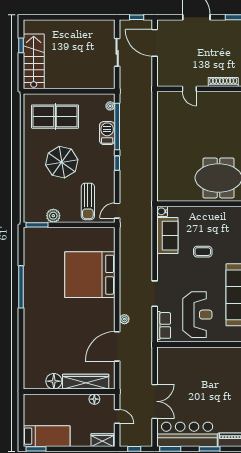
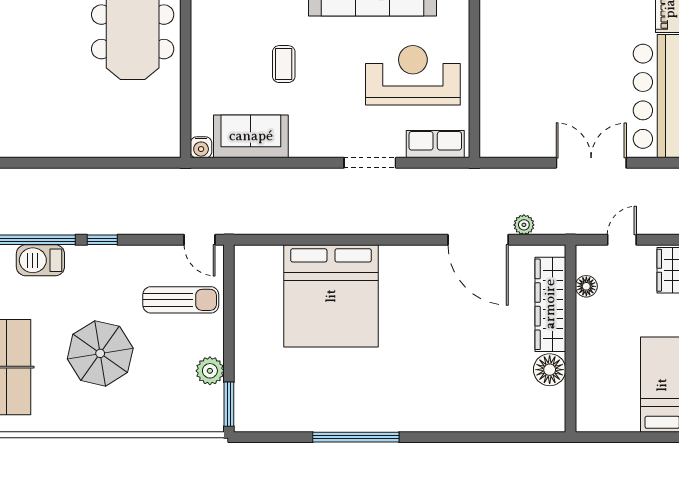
plant: (124, 319) -> (524, 225), moved

